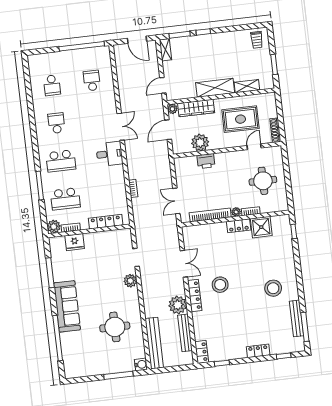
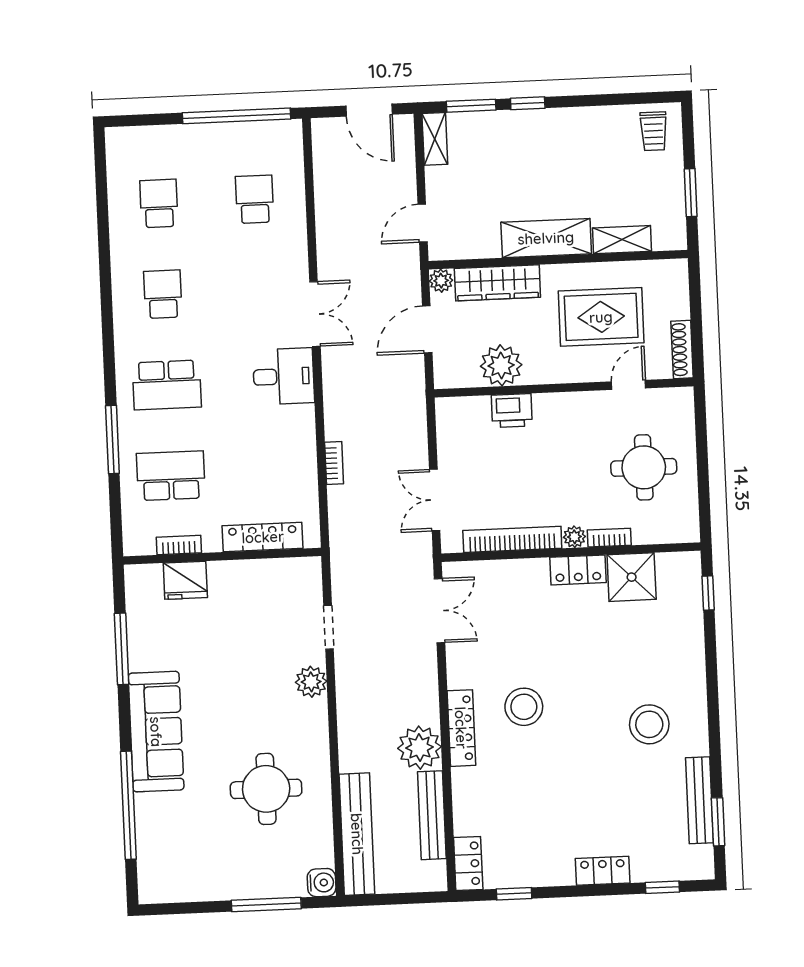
school desk: (52, 85) -> (159, 203), turned 180
school desk: (65, 199) -> (171, 476), turned 180
plant: (54, 227) -> (138, 540), removed
double door: (184, 264) -> (440, 611), moved
window: (305, 327) -> (718, 822), width x0.69

